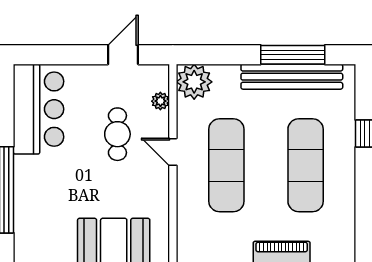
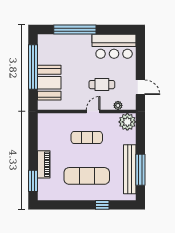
exercise mat: (226, 165) -> (87, 137), width x0.73, depth x0.69

